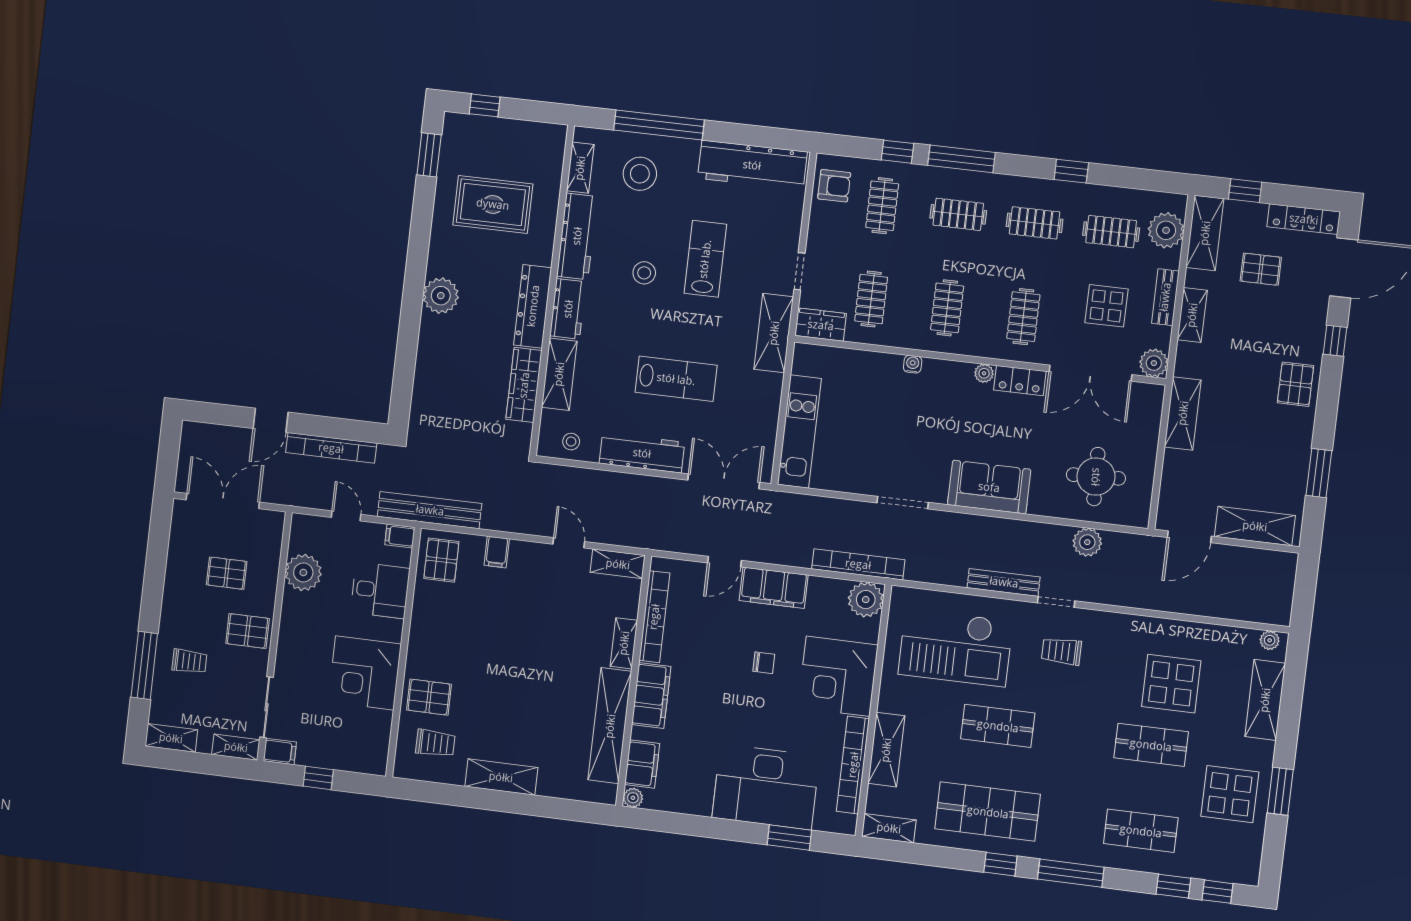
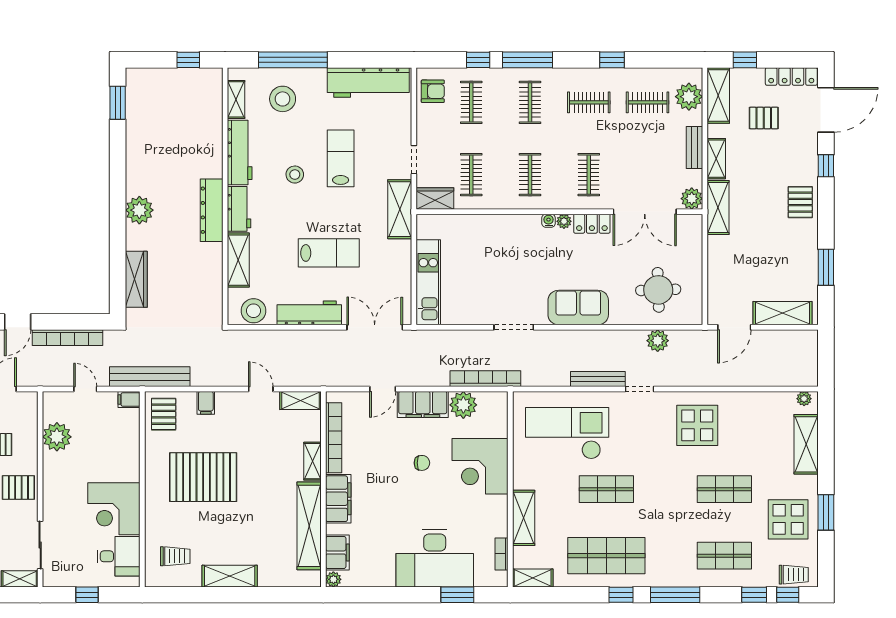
window: (485, 105) -> (188, 60), moved
rug: (493, 204) -> (172, 135), removed
clothes rail: (958, 214) -> (530, 102), turned 90
display table: (1106, 306) -> (651, 159), removed
water cooler: (913, 364) -> (549, 221), moved
wardrobe: (524, 385) -> (136, 279), moved, turned 180
shelving: (1183, 413) -> (718, 208), moved
stool: (571, 442) -> (253, 311), width x1.89, depth x1.89
desk: (380, 590) -> (118, 556), moved
plant: (866, 600) -> (463, 405), moved
checkout: (955, 647) -> (567, 433), turned 180
trolley: (1061, 651) -> (794, 575), moved, turned 180
display table: (1171, 684) -> (697, 425), moved
pallet: (429, 697) -> (203, 477), moved, width x2.05, depth x2.00
filing cabinet: (280, 751) -> (55, 578), removed
bookcase: (853, 765) -> (502, 554), width x0.43, depth x0.76

